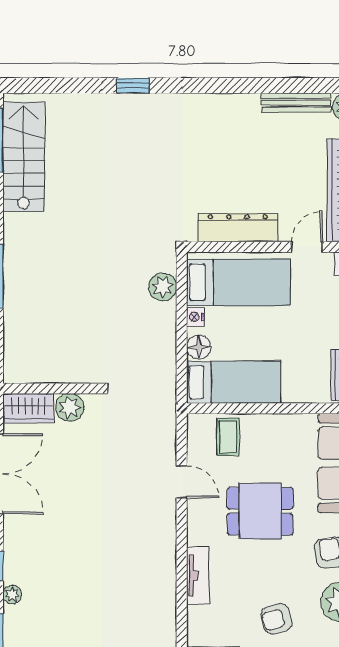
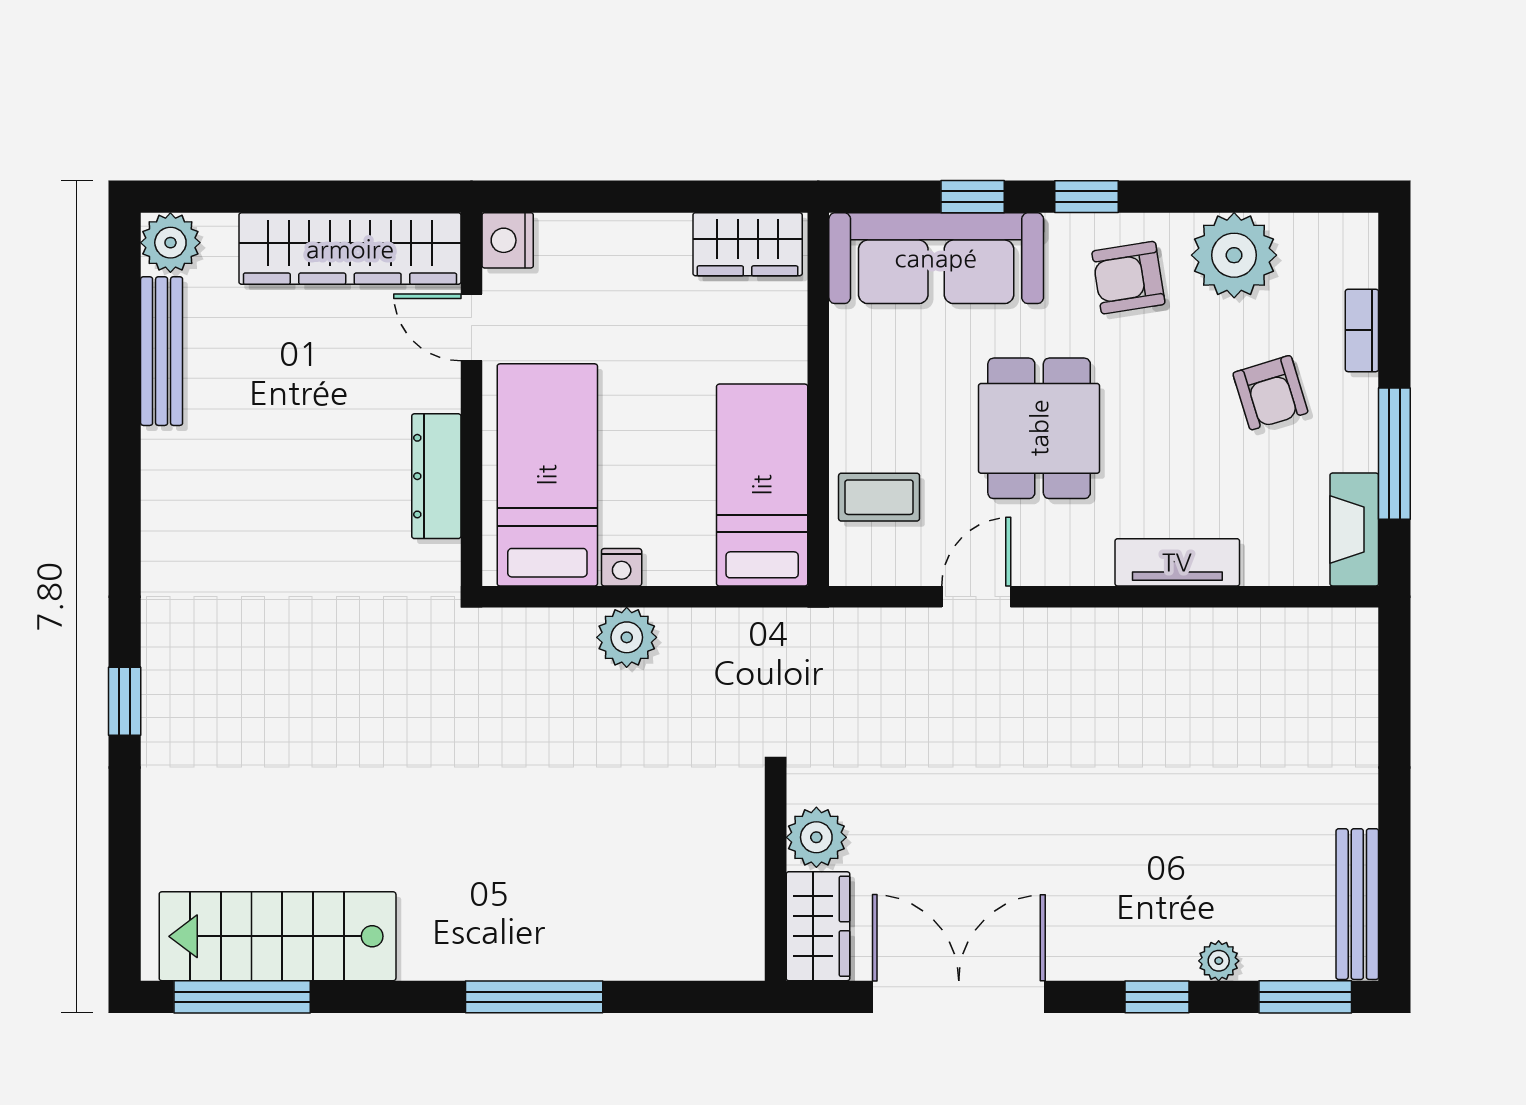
dresser: (238, 228) -> (436, 476), width x0.73, depth x0.80
plant: (163, 287) -> (627, 637), moved
floor lamp: (199, 347) -> (687, 560), removed

